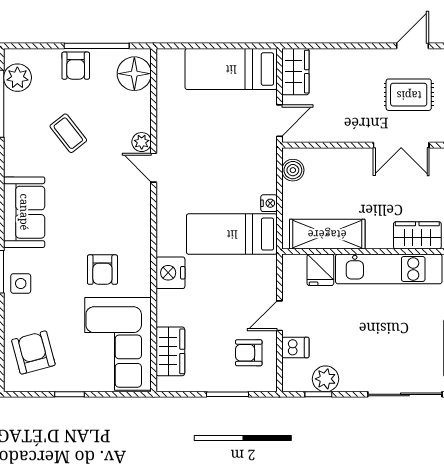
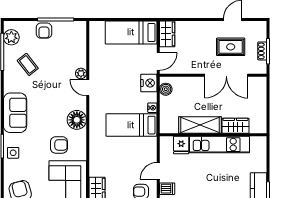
floor lamp: (134, 74) -> (77, 120), moved
coffee table: (68, 133) -> (28, 64), moved
double door: (401, 145) -> (226, 75), width x1.37
shelving: (327, 234) -> (200, 125), moved
armchair: (102, 270) -> (59, 145), turned -90
nightstand: (170, 273) -> (149, 83), moved, turned 180

